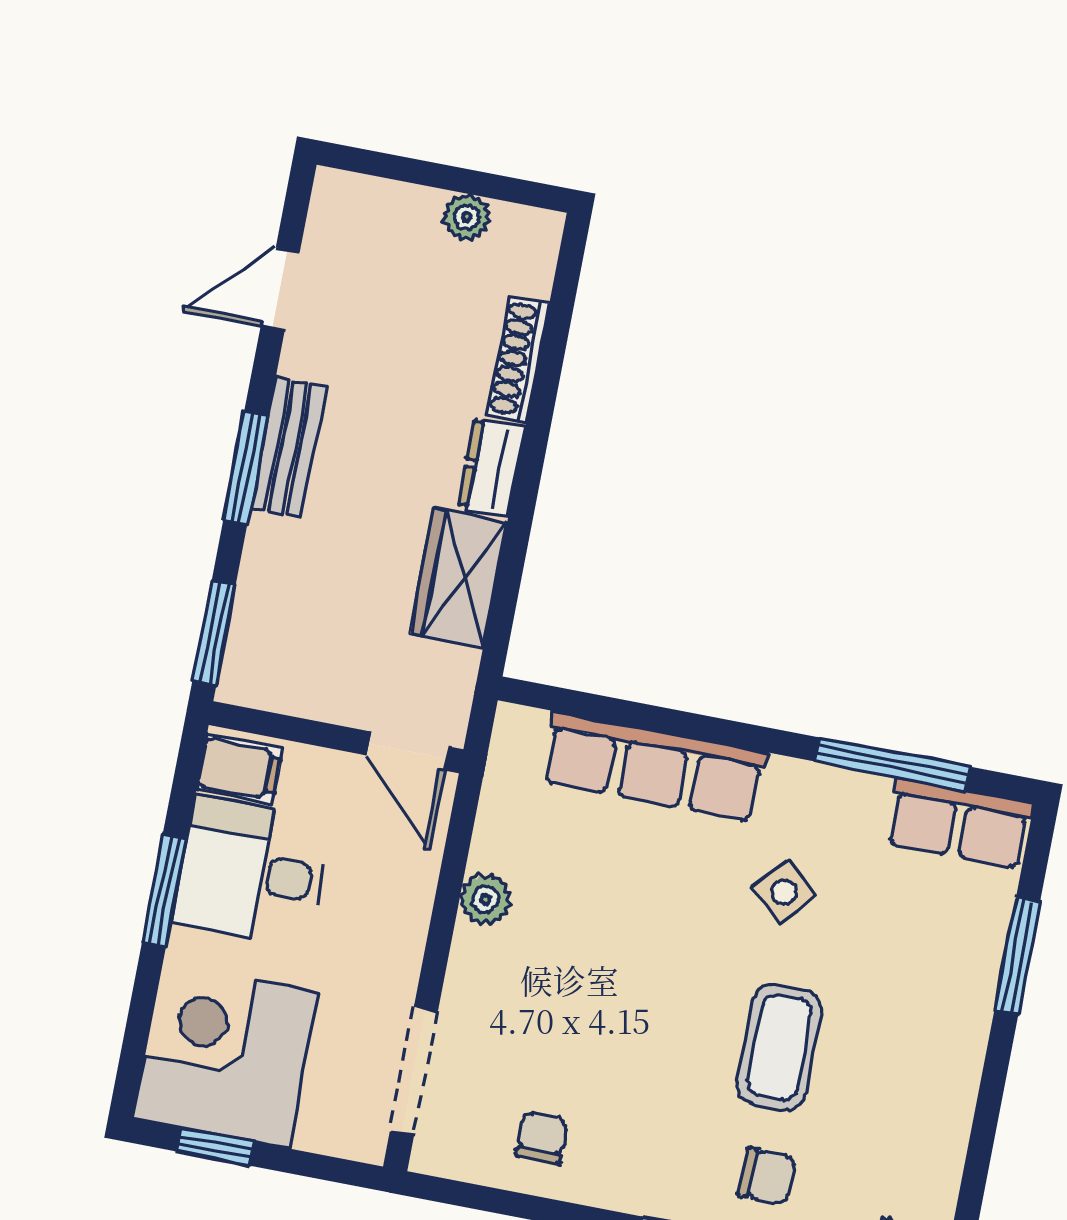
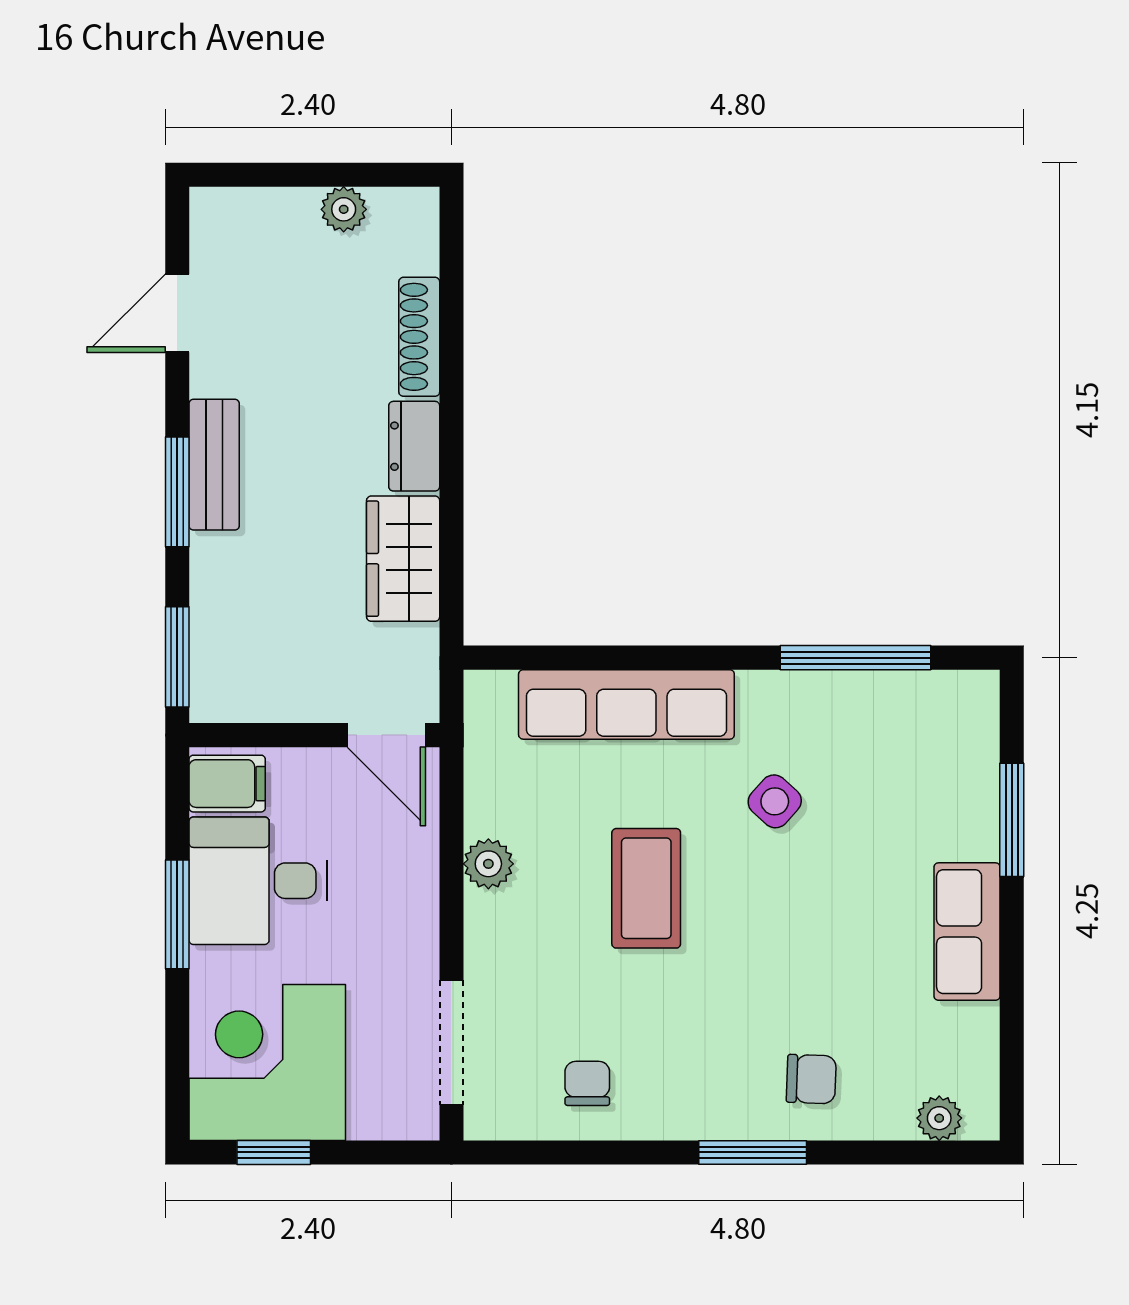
row of seats: (959, 823) -> (967, 932), moved, turned 90
coffee table: (780, 1047) -> (646, 888), moved

